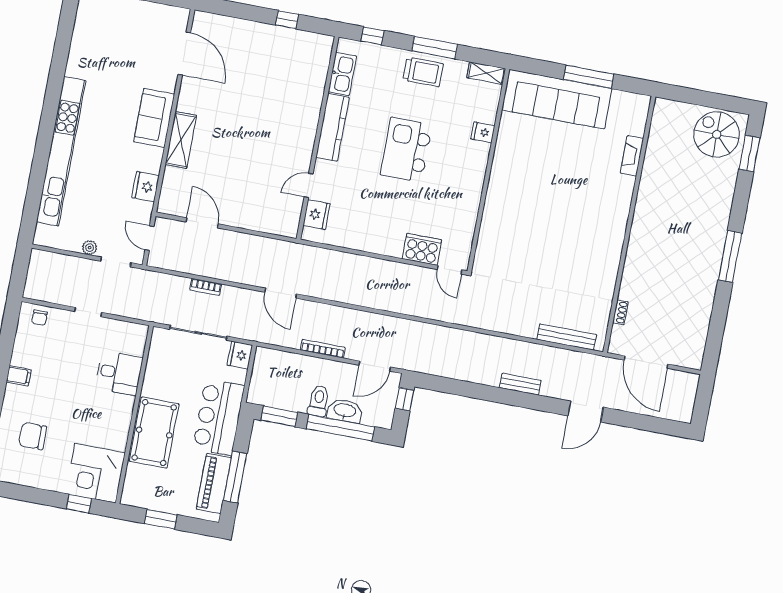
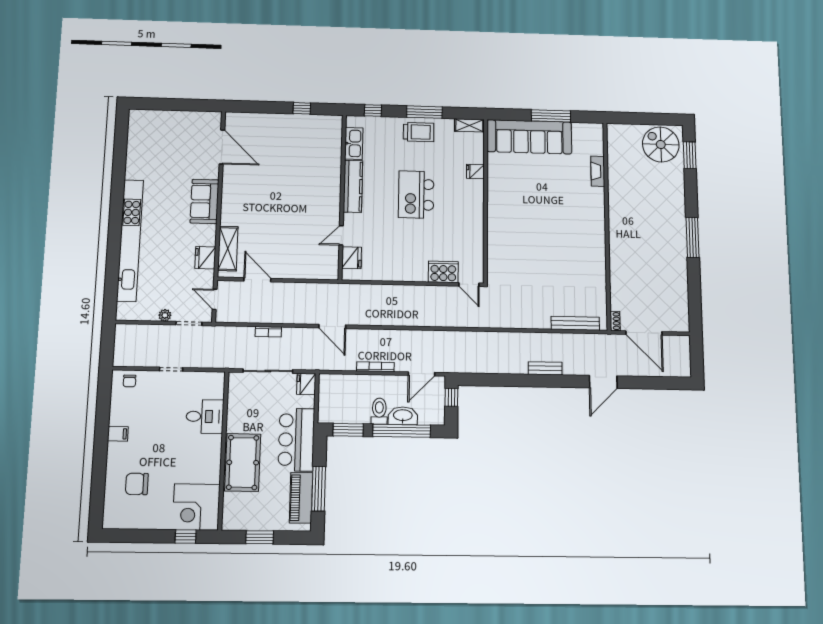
shelving: (181, 140) -> (228, 249), moved
shoe rack: (620, 312) -> (615, 321), moved

